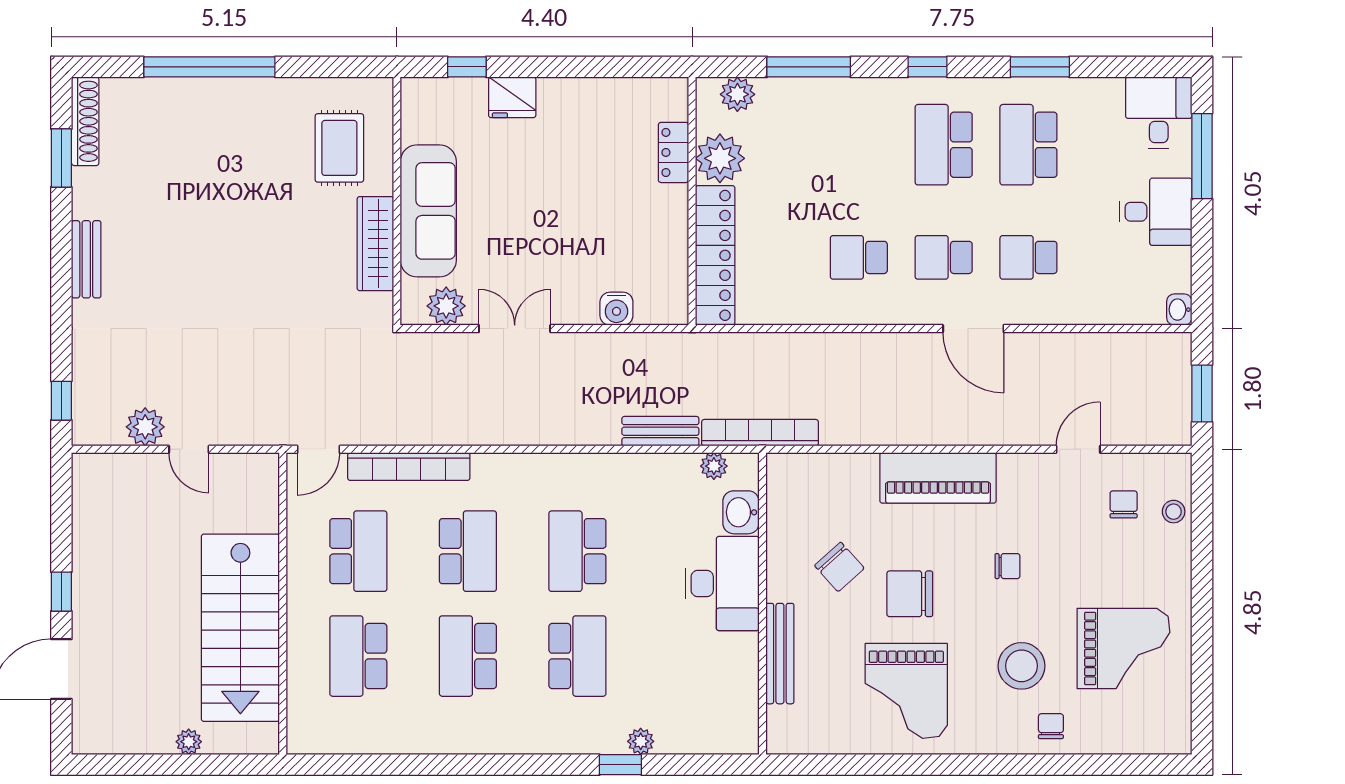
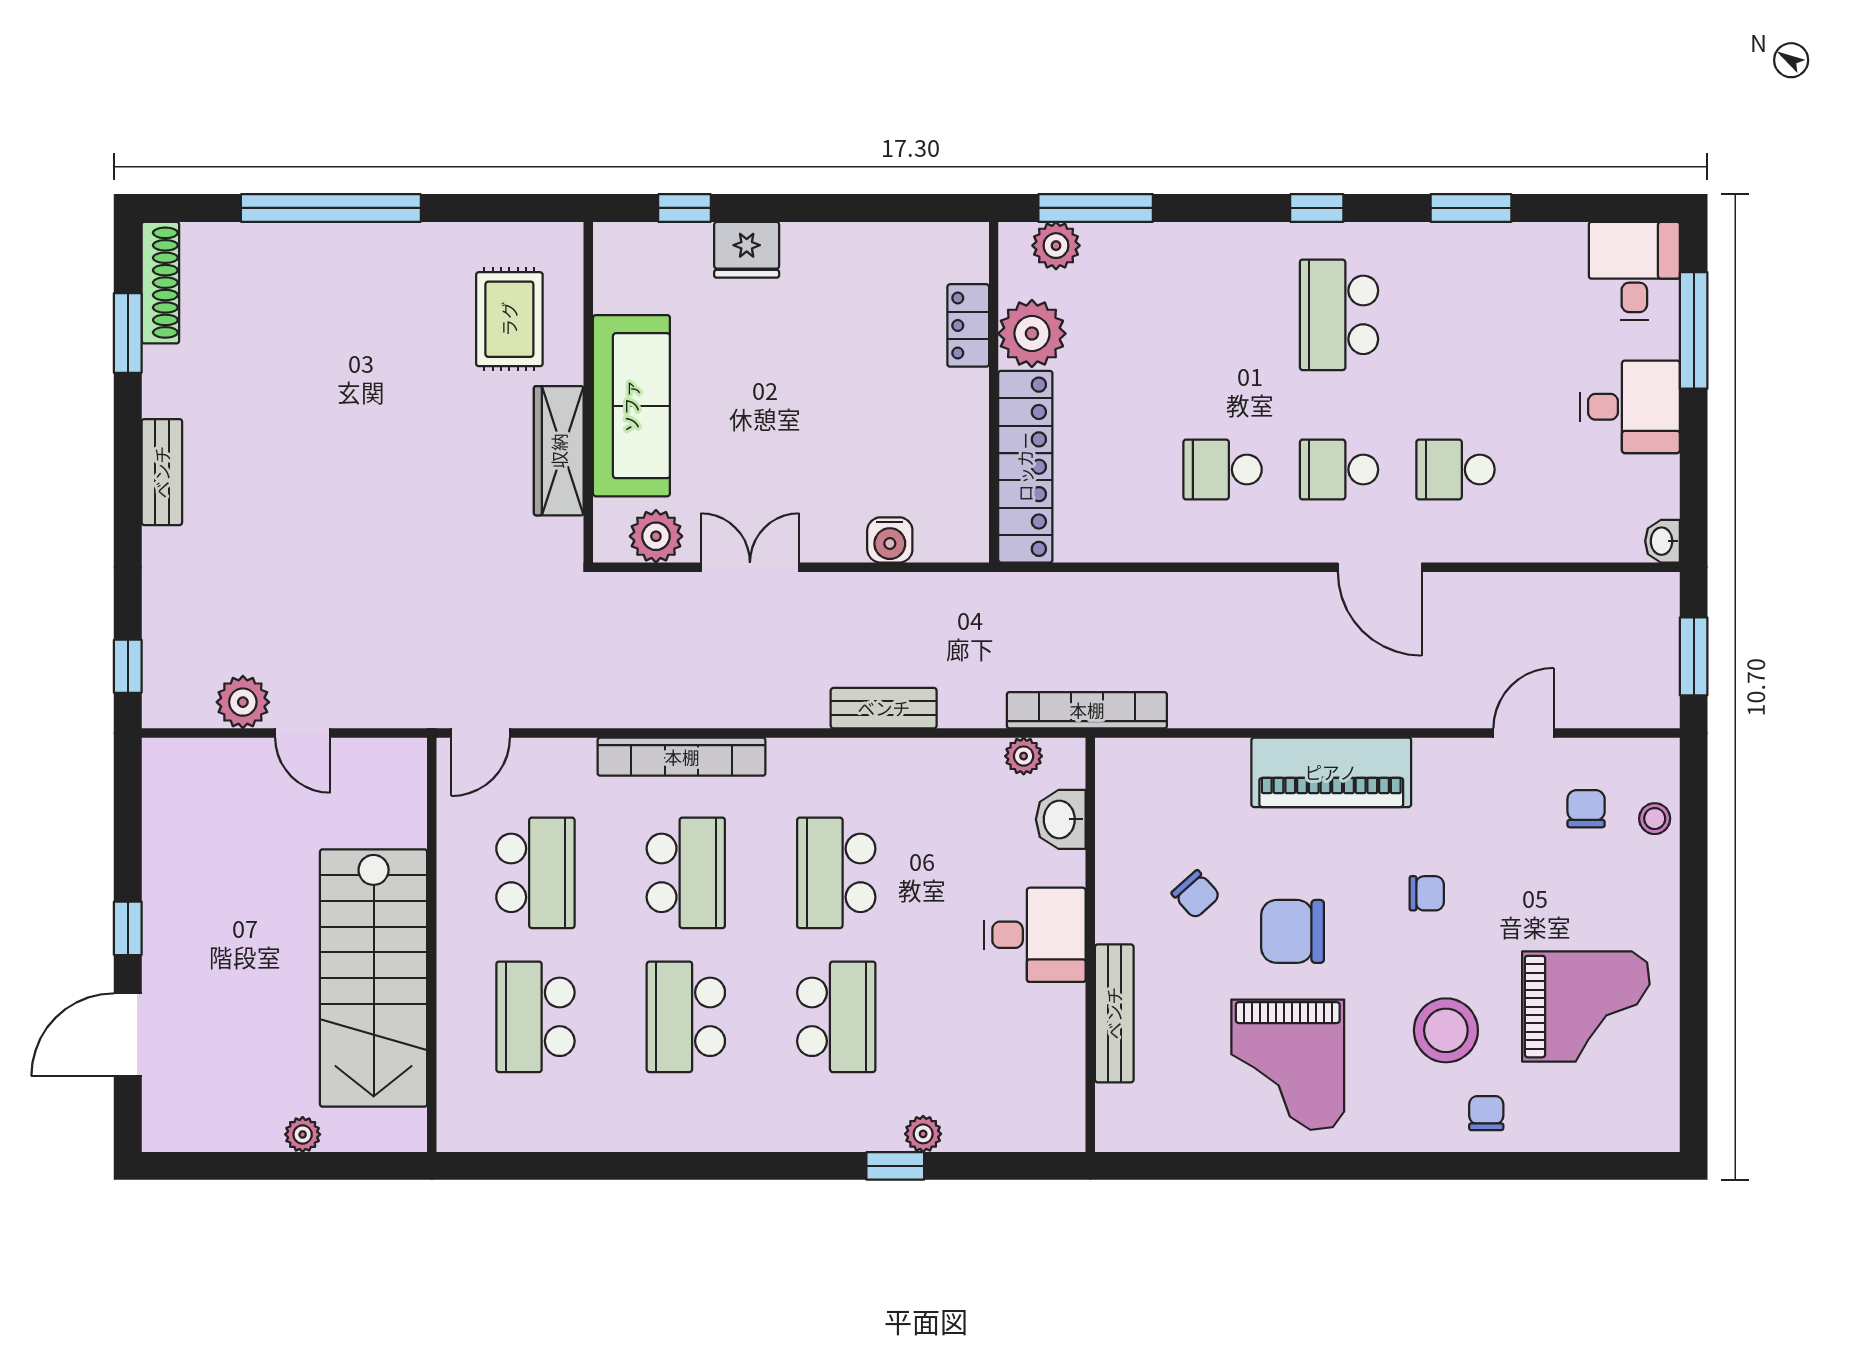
window: (809, 67) -> (1096, 208), moved
school desk: (1028, 145) -> (1455, 315), removed
bench: (660, 431) -> (884, 708), moved
bookcase: (409, 467) -> (682, 757), moved
chair: (839, 567) -> (1196, 894), width x0.73, depth x0.73
desk: (722, 584) -> (1035, 935), width x0.73

